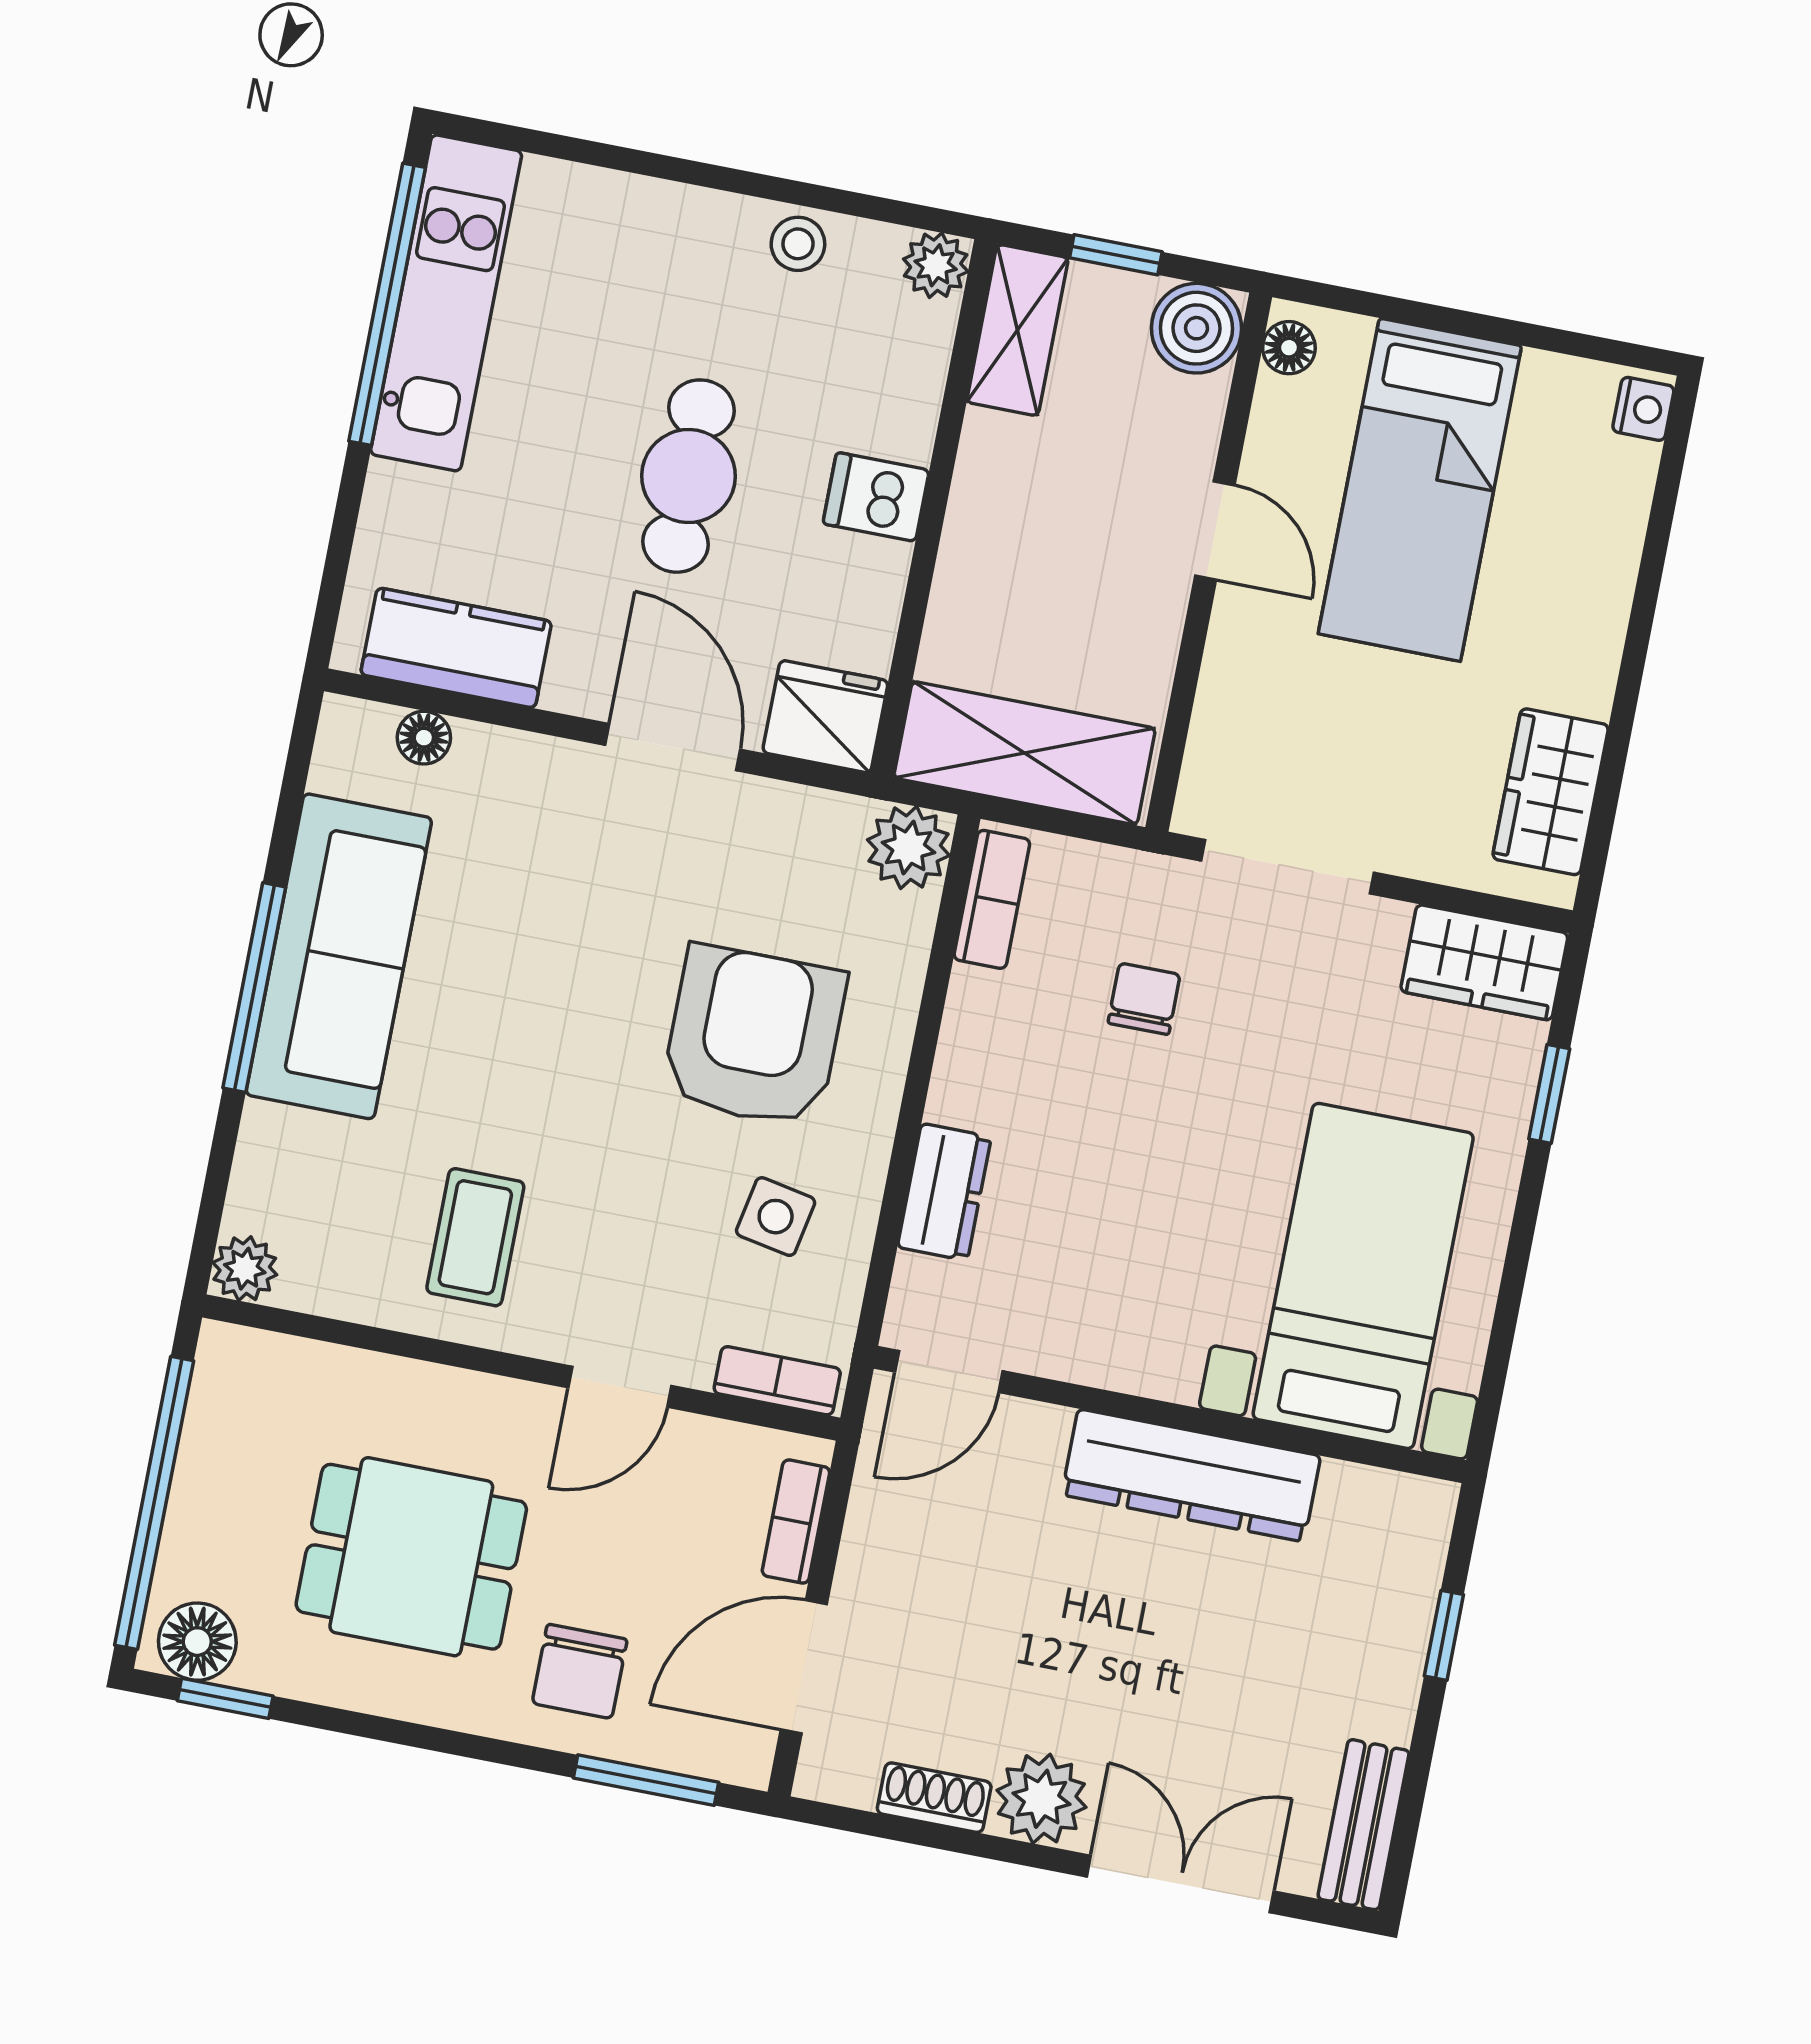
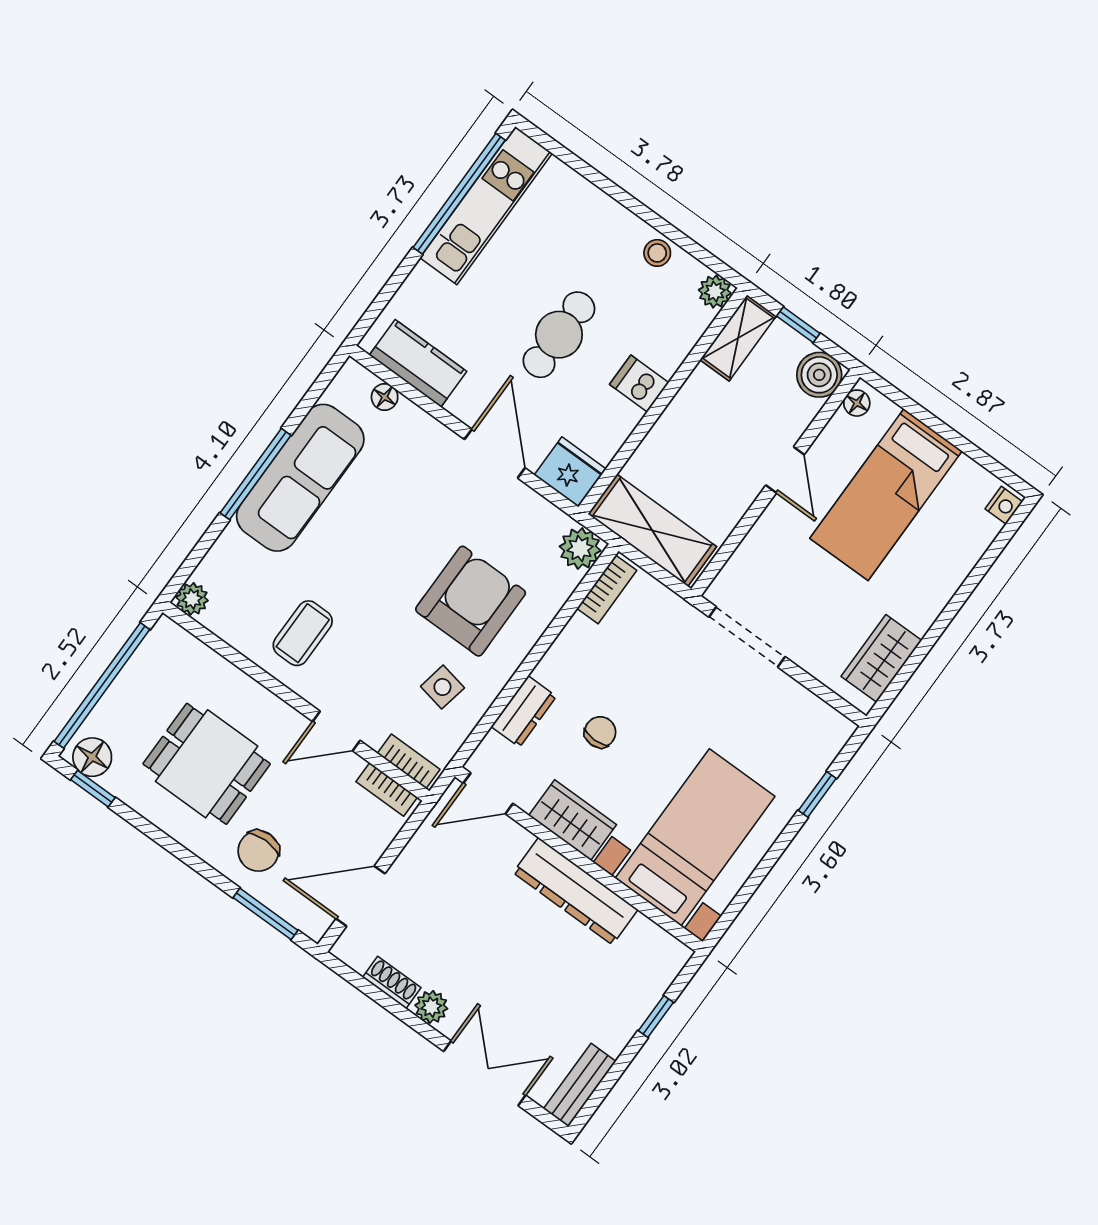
wardrobe: (1484, 962) -> (573, 820), moved, turned 180
chair: (1144, 999) -> (600, 732), moved
bookcase: (796, 1522) -> (387, 789), moved, turned -90
plant: (1041, 1799) -> (431, 1007), width x0.73, depth x0.73

